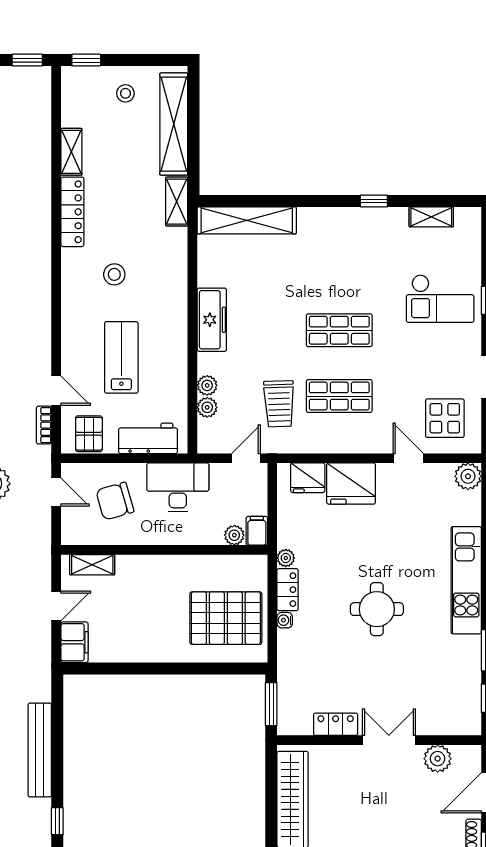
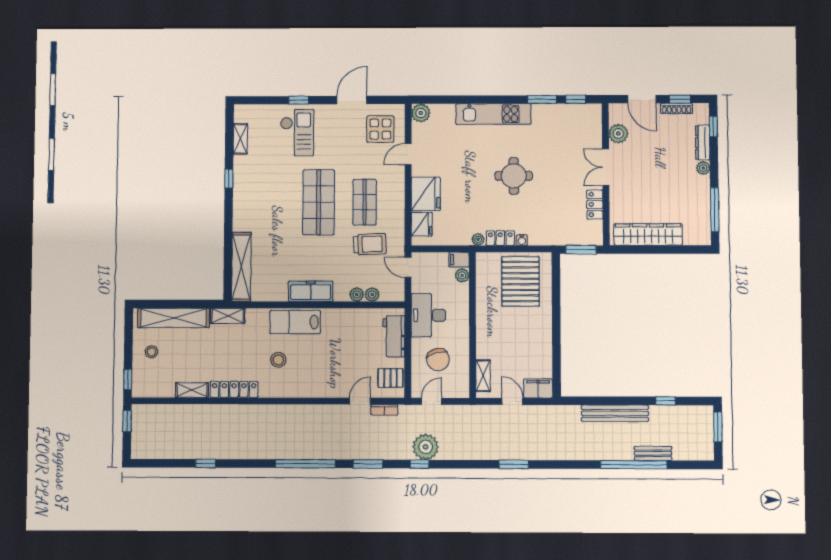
shop shelf: (339, 330) -> (319, 202), width x1.43, depth x1.36
lab bench: (121, 357) -> (295, 322), moved

